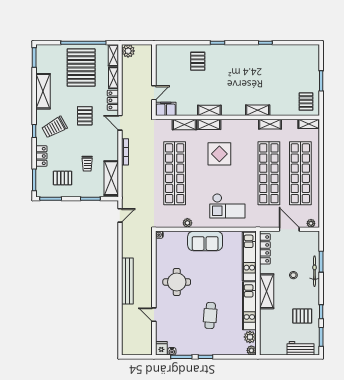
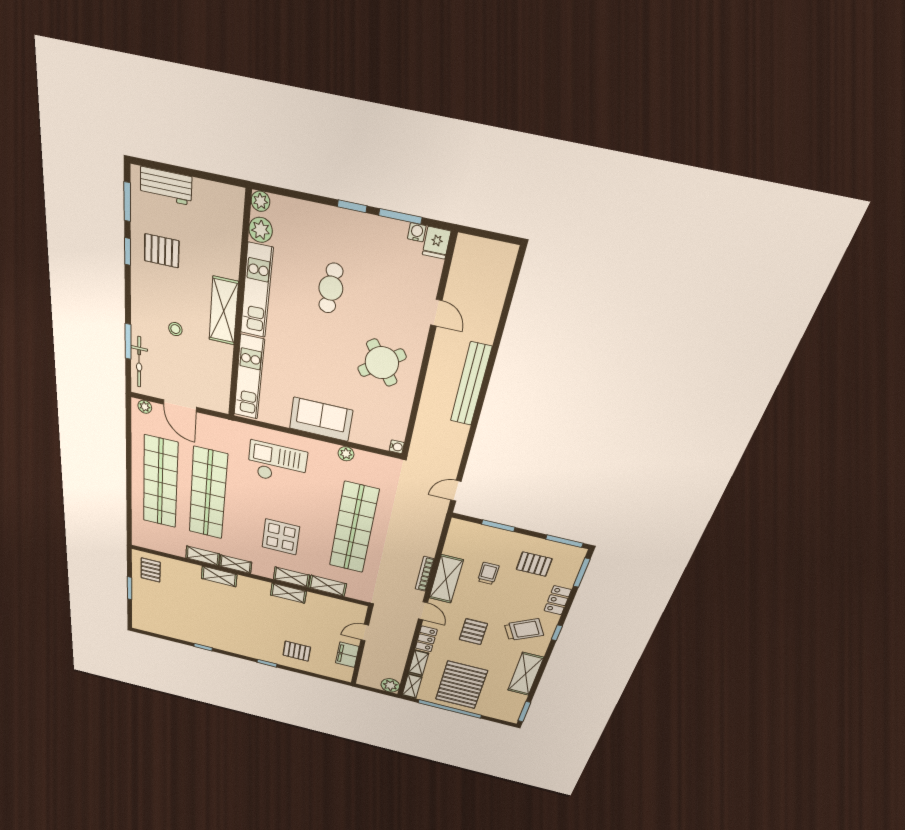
pallet: (198, 61) -> (297, 651), turned 90
filing cabinet: (166, 109) -> (347, 655), moved, turned 90
shelving: (309, 124) -> (236, 564), moved
shelving: (111, 178) -> (446, 579), moved
locker: (265, 249) -> (222, 384), removed
bicycle: (315, 271) -> (139, 362), moved
round table: (177, 282) -> (382, 363), turned -36

